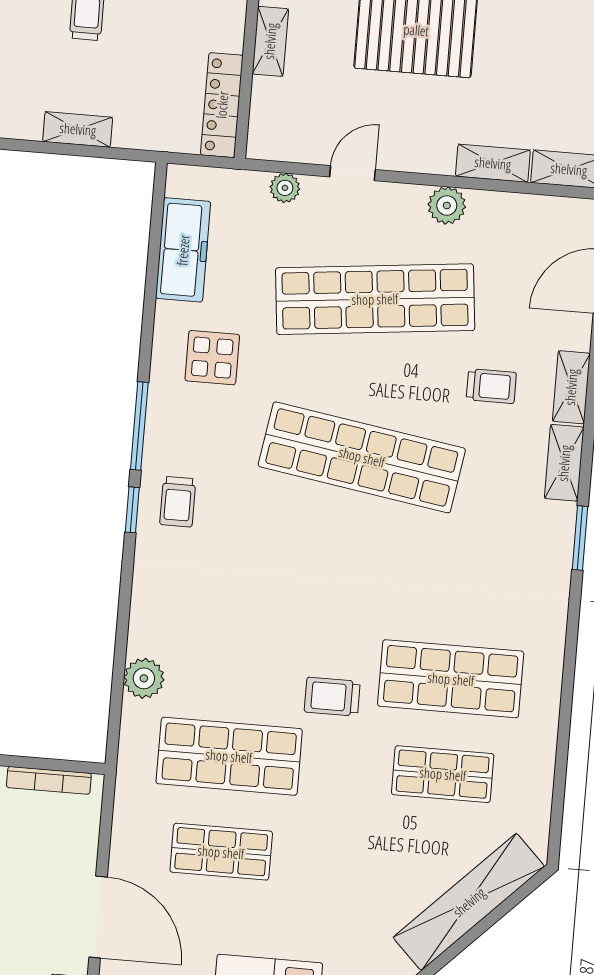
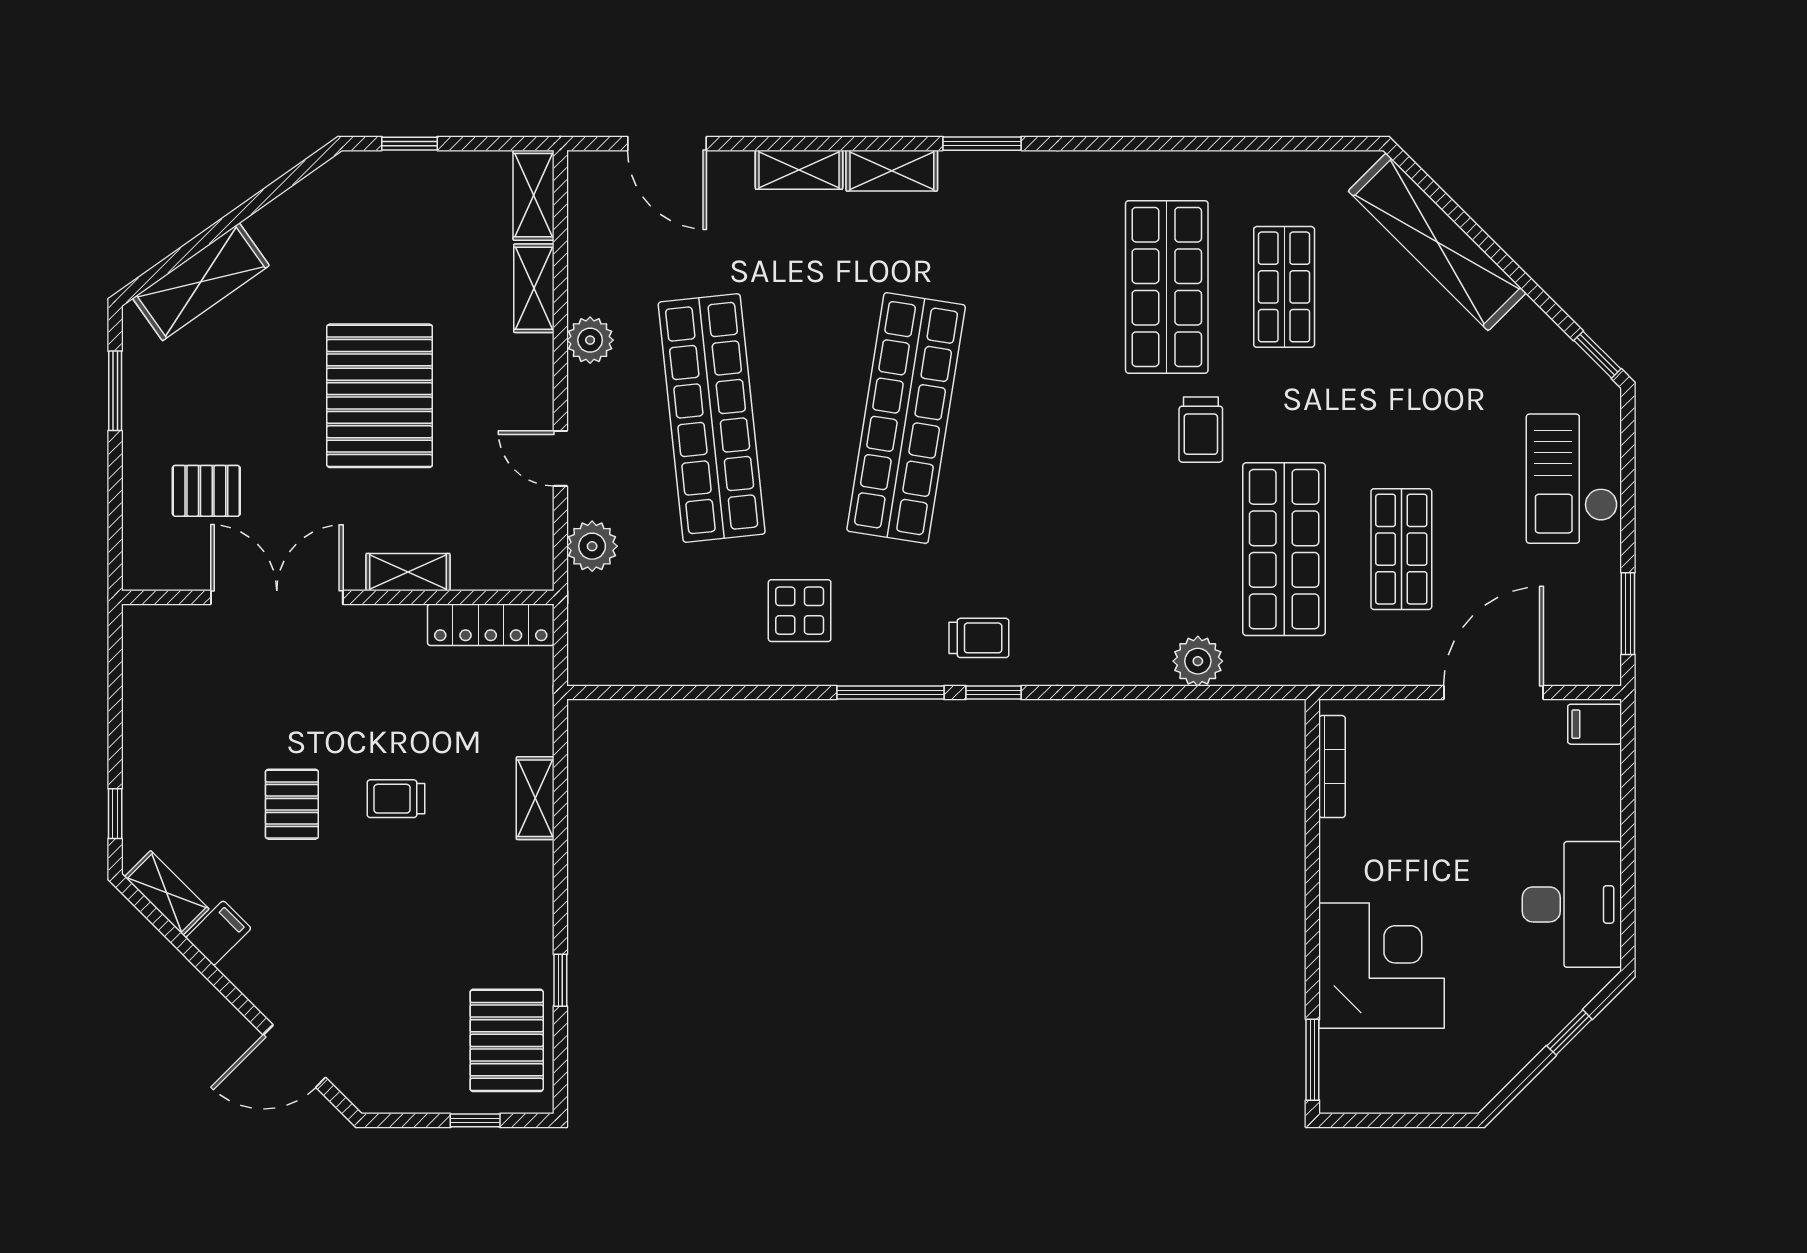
plant: (285, 188) -> (592, 546), width x1.38, depth x1.38
freezer: (183, 250) -> (671, 657), removed
trolley: (491, 386) -> (806, 267), removed

